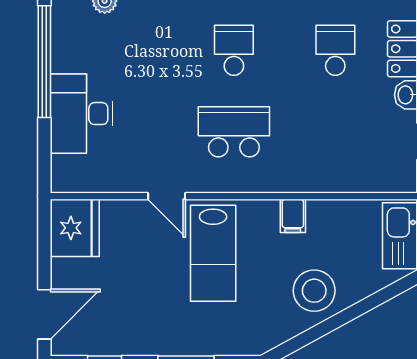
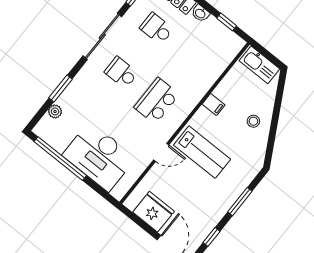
desk: (81, 114) -> (99, 157), width x1.36, depth x1.30
fridge: (75, 228) -> (154, 212), moved
stool: (314, 291) -> (253, 121), width x0.53, depth x0.53

